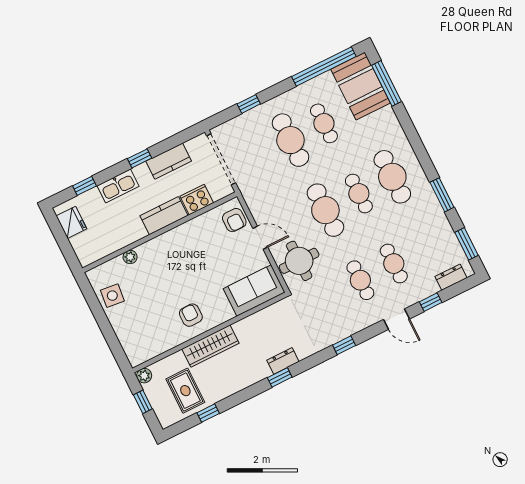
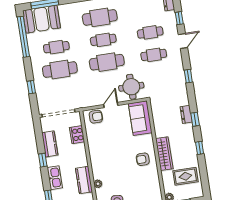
kitchen counter: (164, 216) -> (84, 180), moved
window: (208, 413) -> (200, 148), moved

